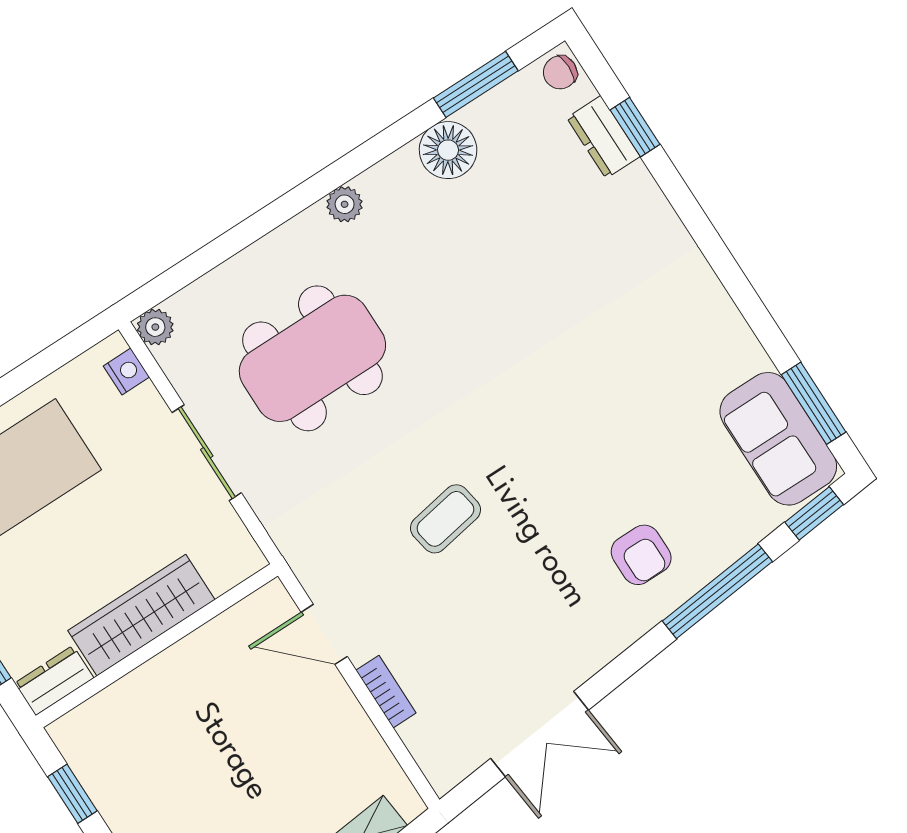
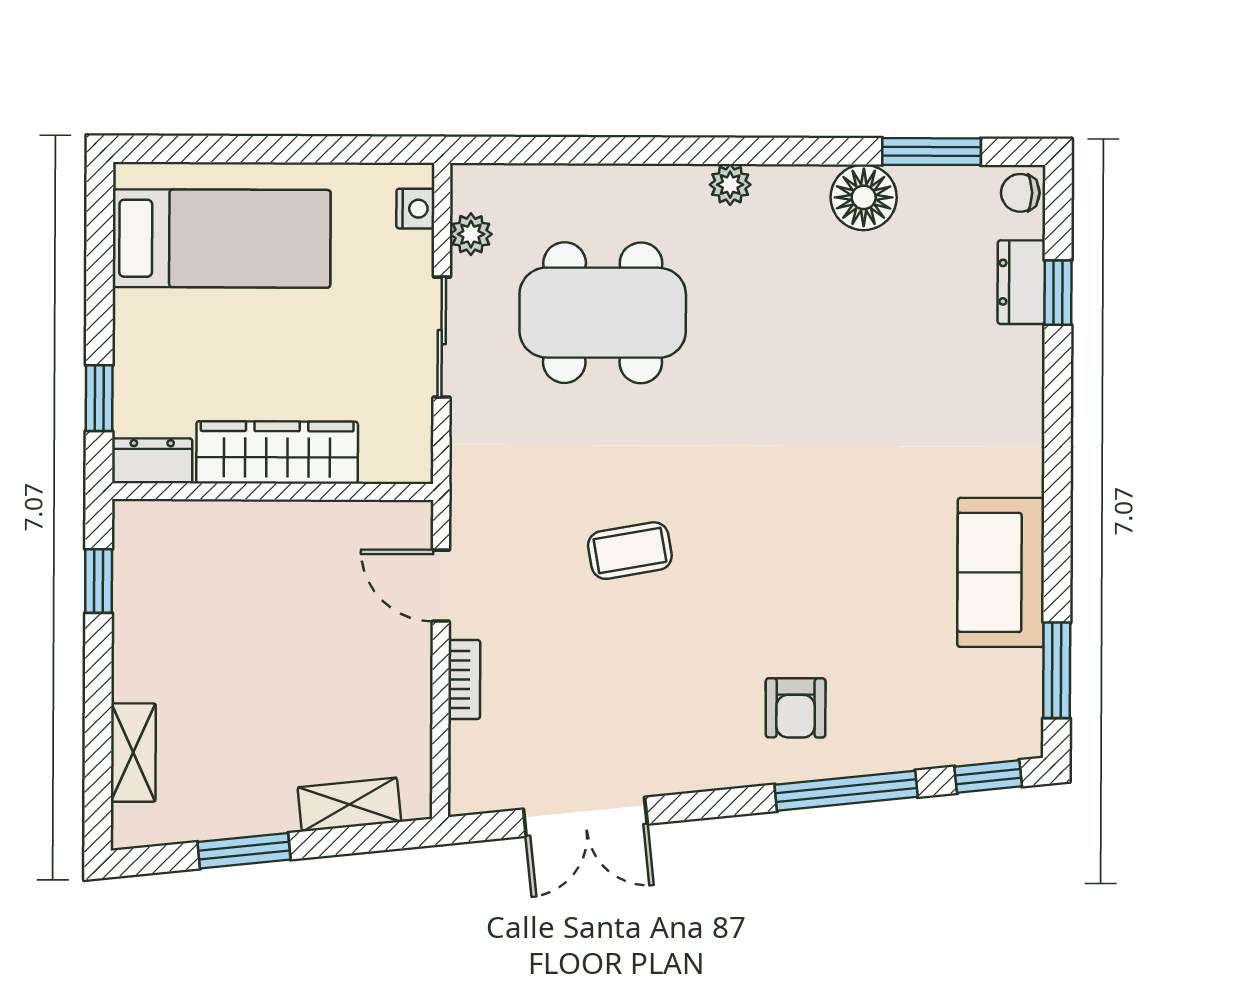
plant: (155, 327) -> (471, 234), moved
sofa: (778, 439) -> (1001, 572), moved

